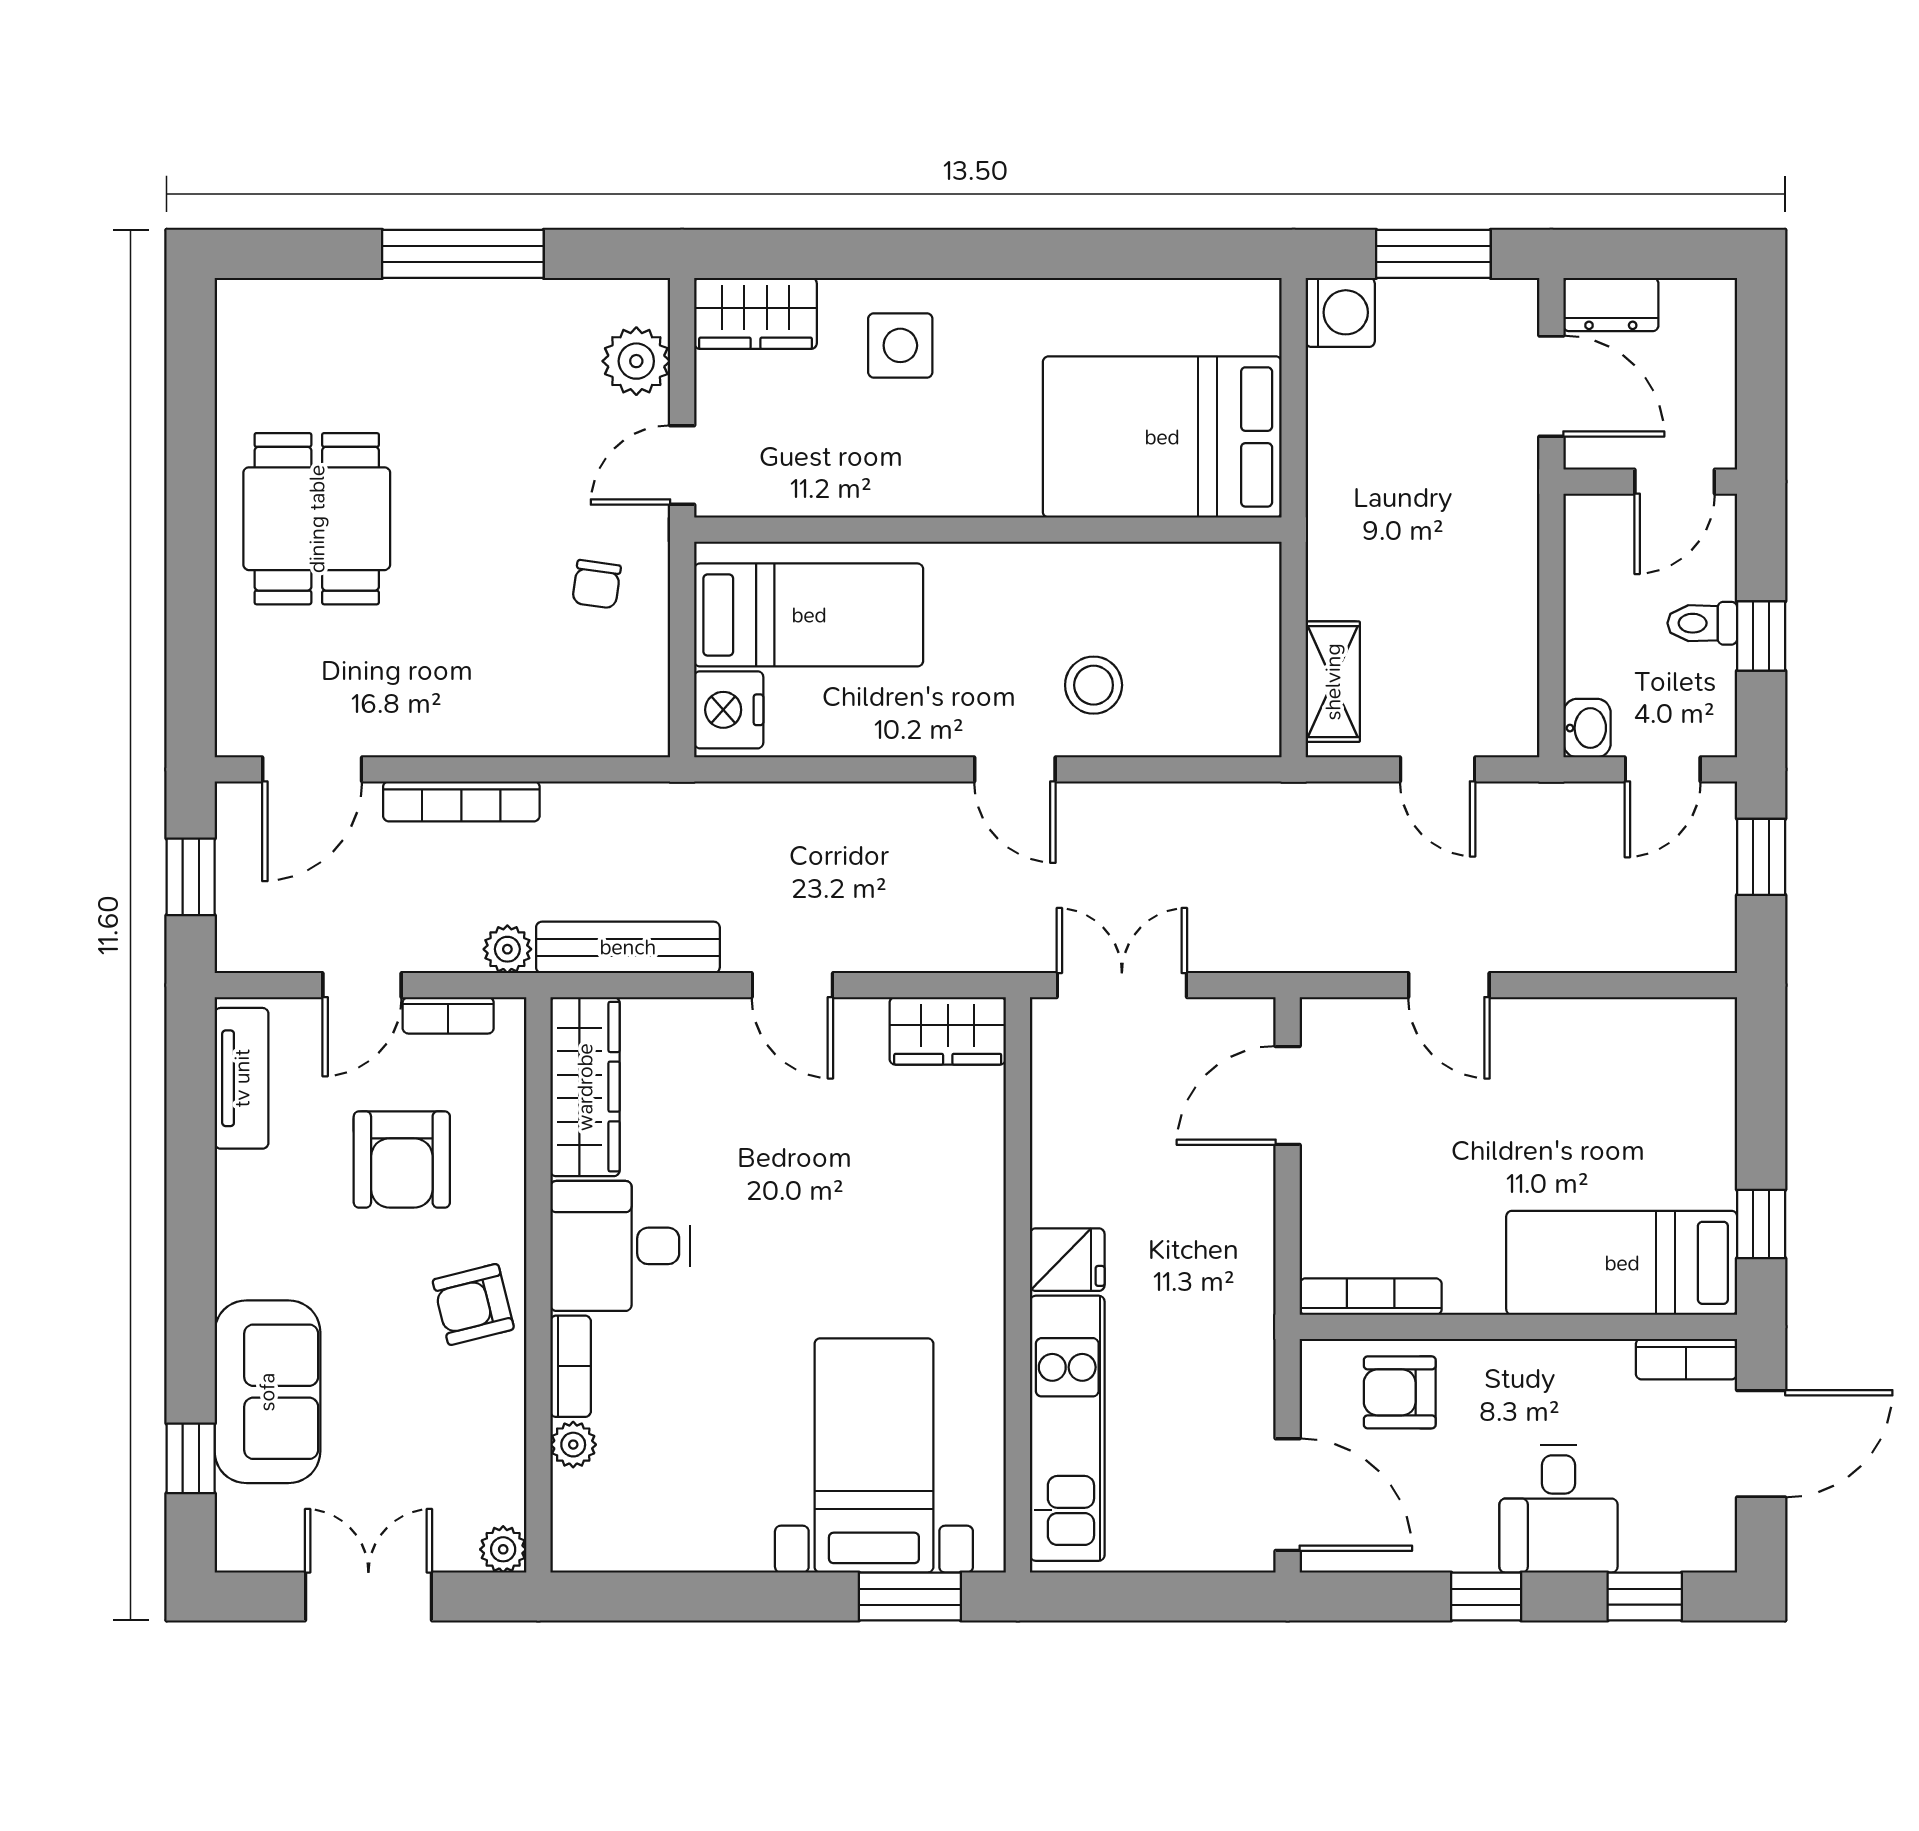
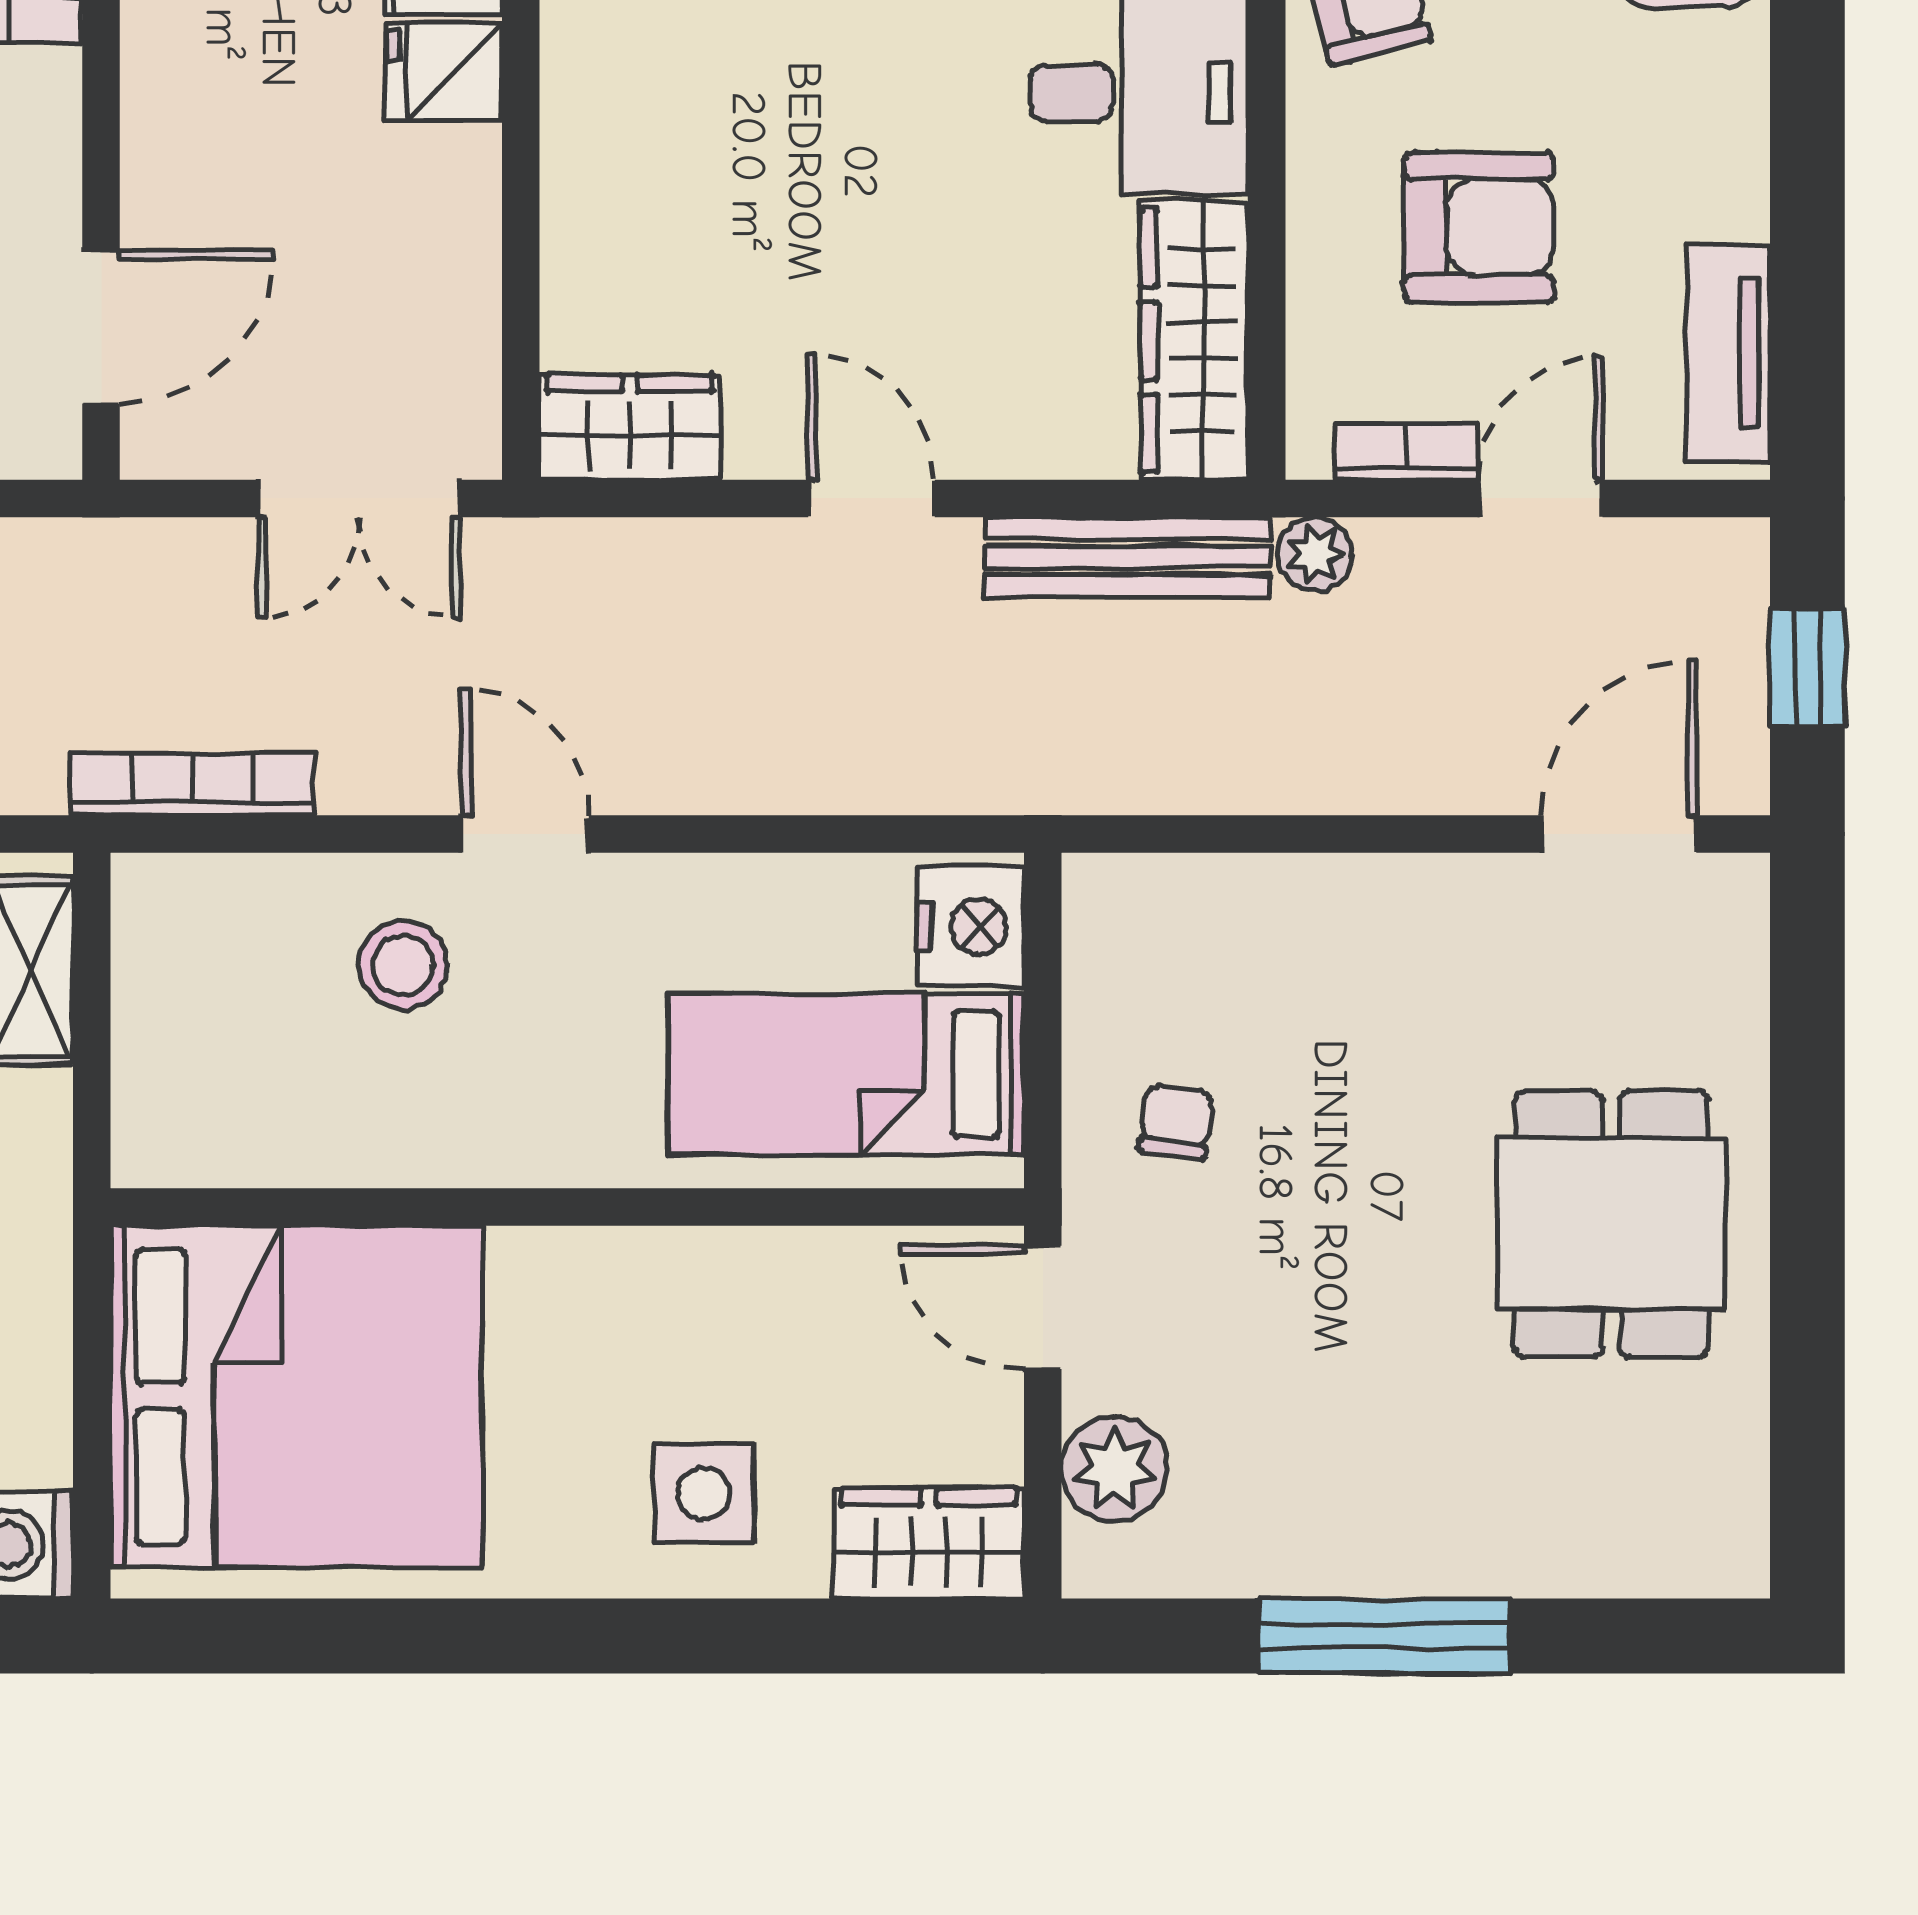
bed: (1162, 437) -> (296, 1397), width x1.36
door: (682, 465) -> (1043, 1307), swing flipped
bookcase: (461, 801) -> (192, 784), moved
armchair: (402, 1159) -> (1479, 227), turned 90

